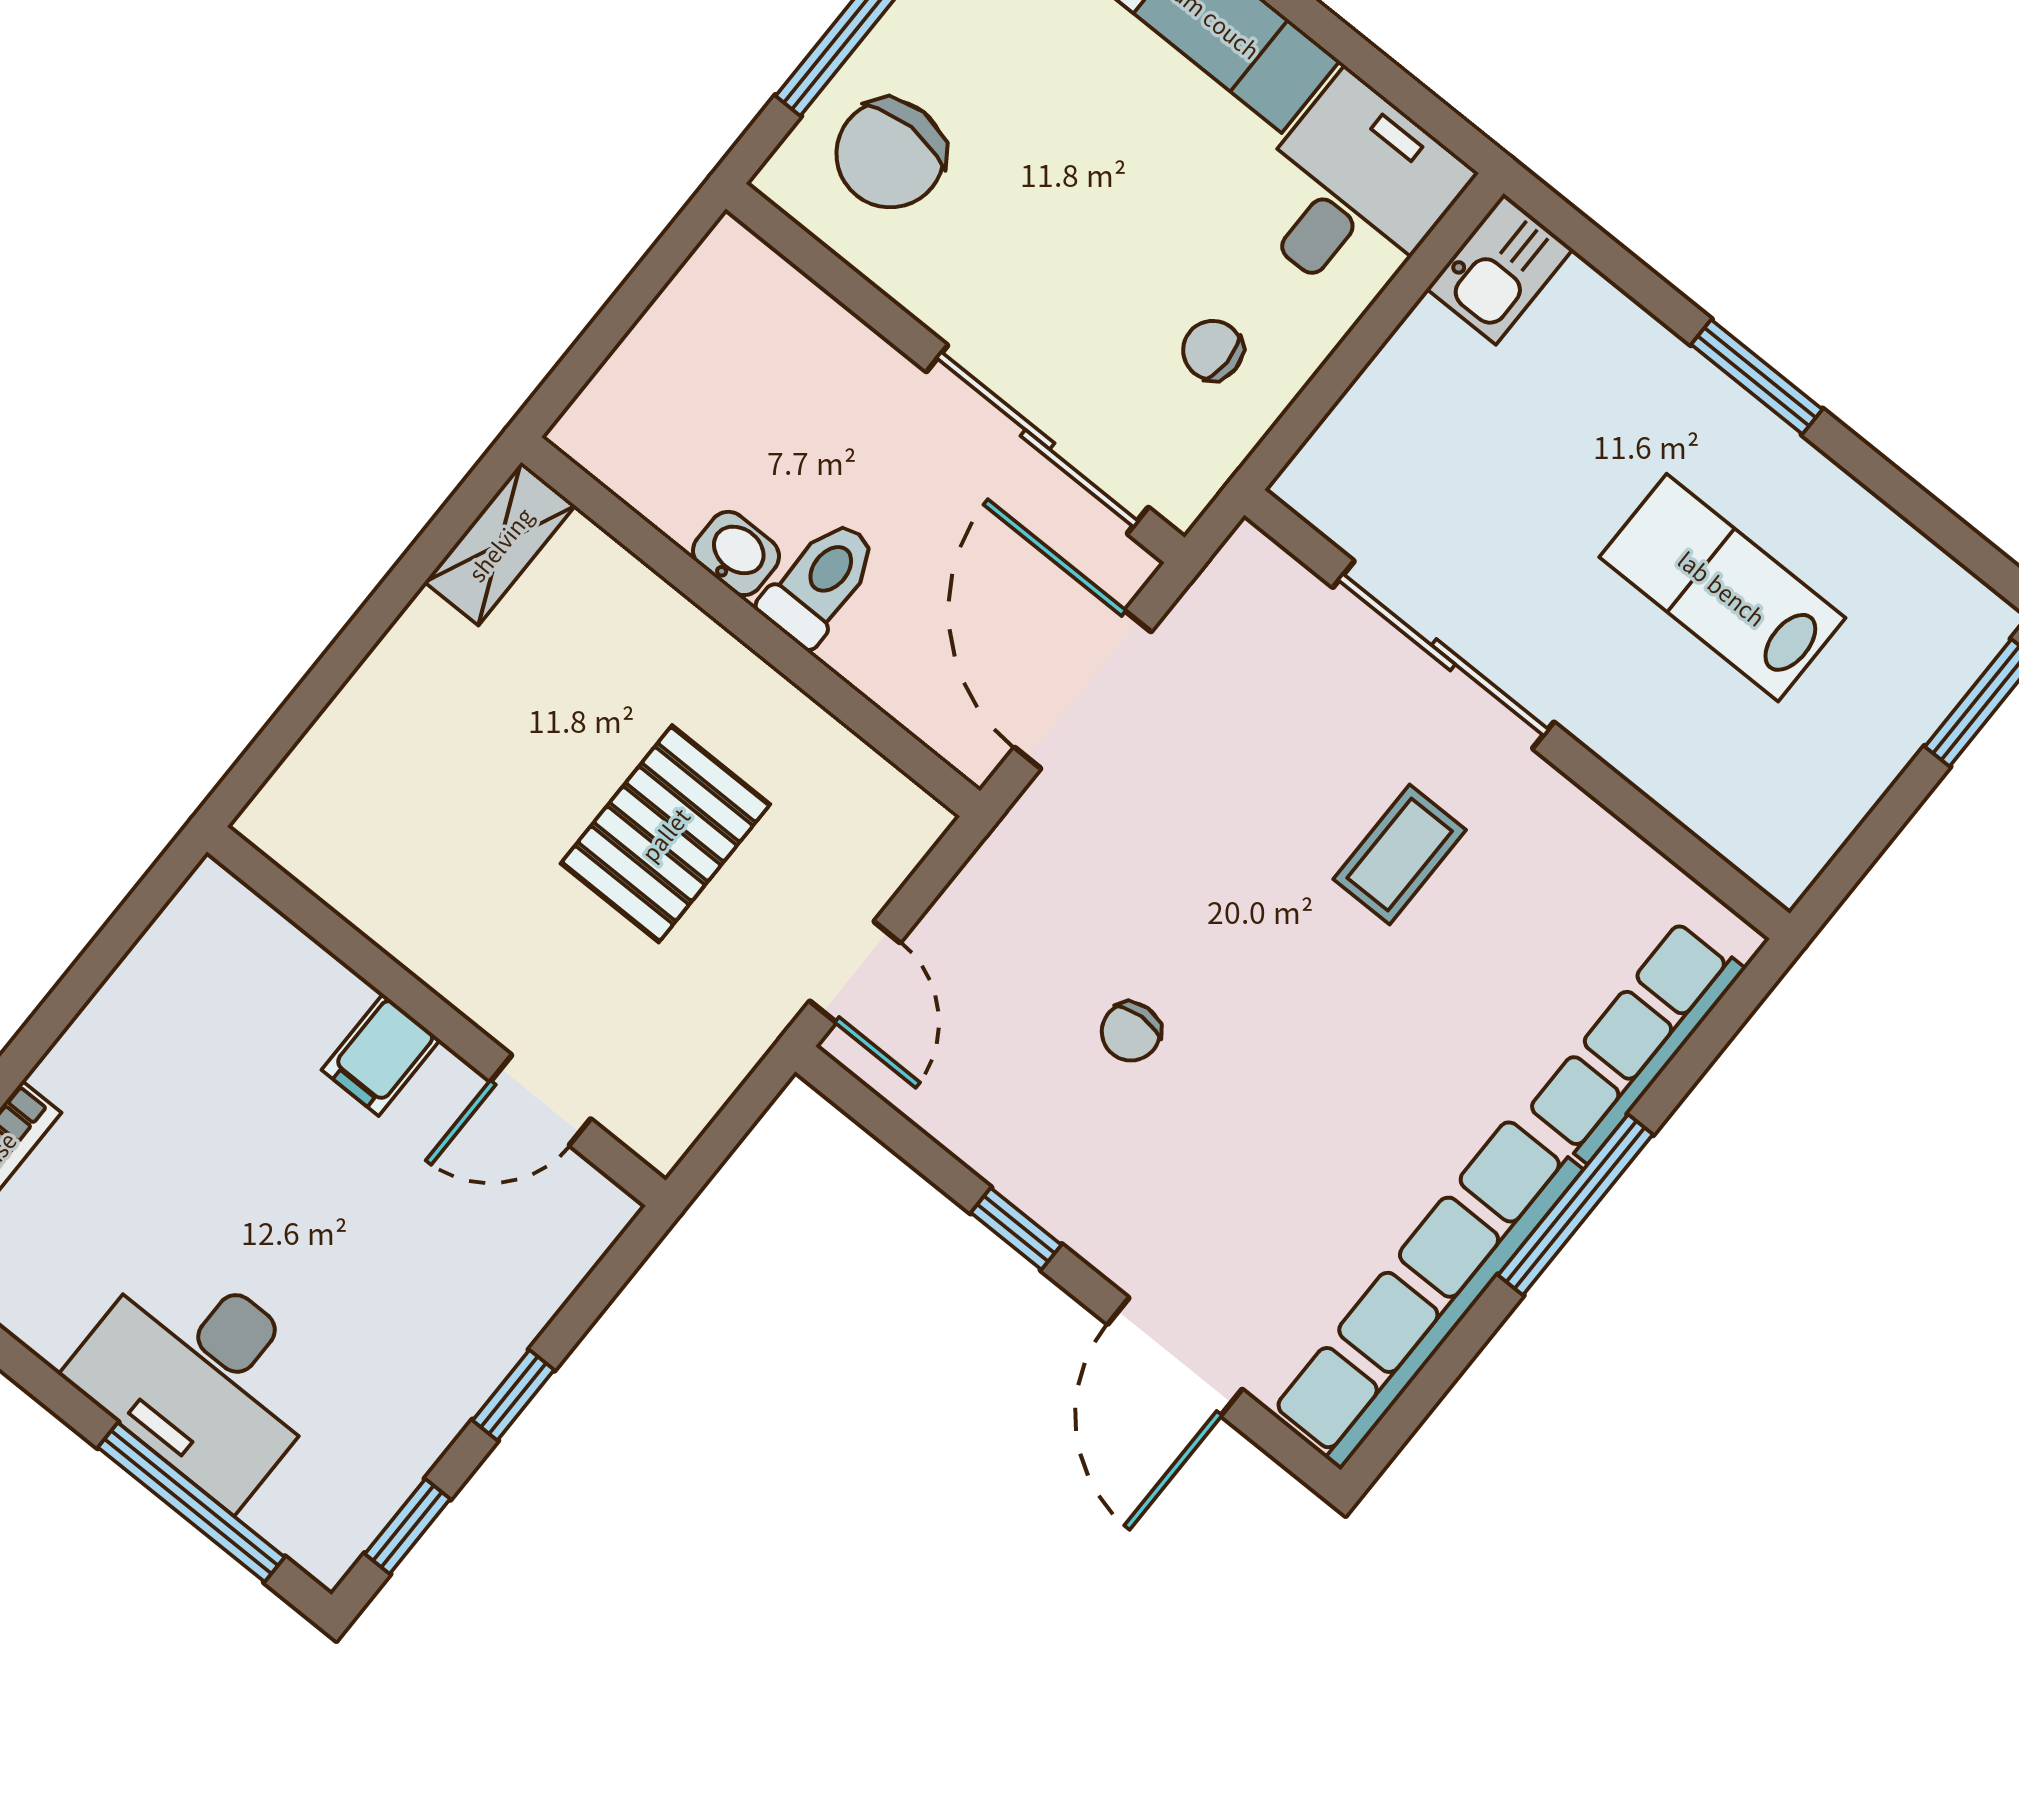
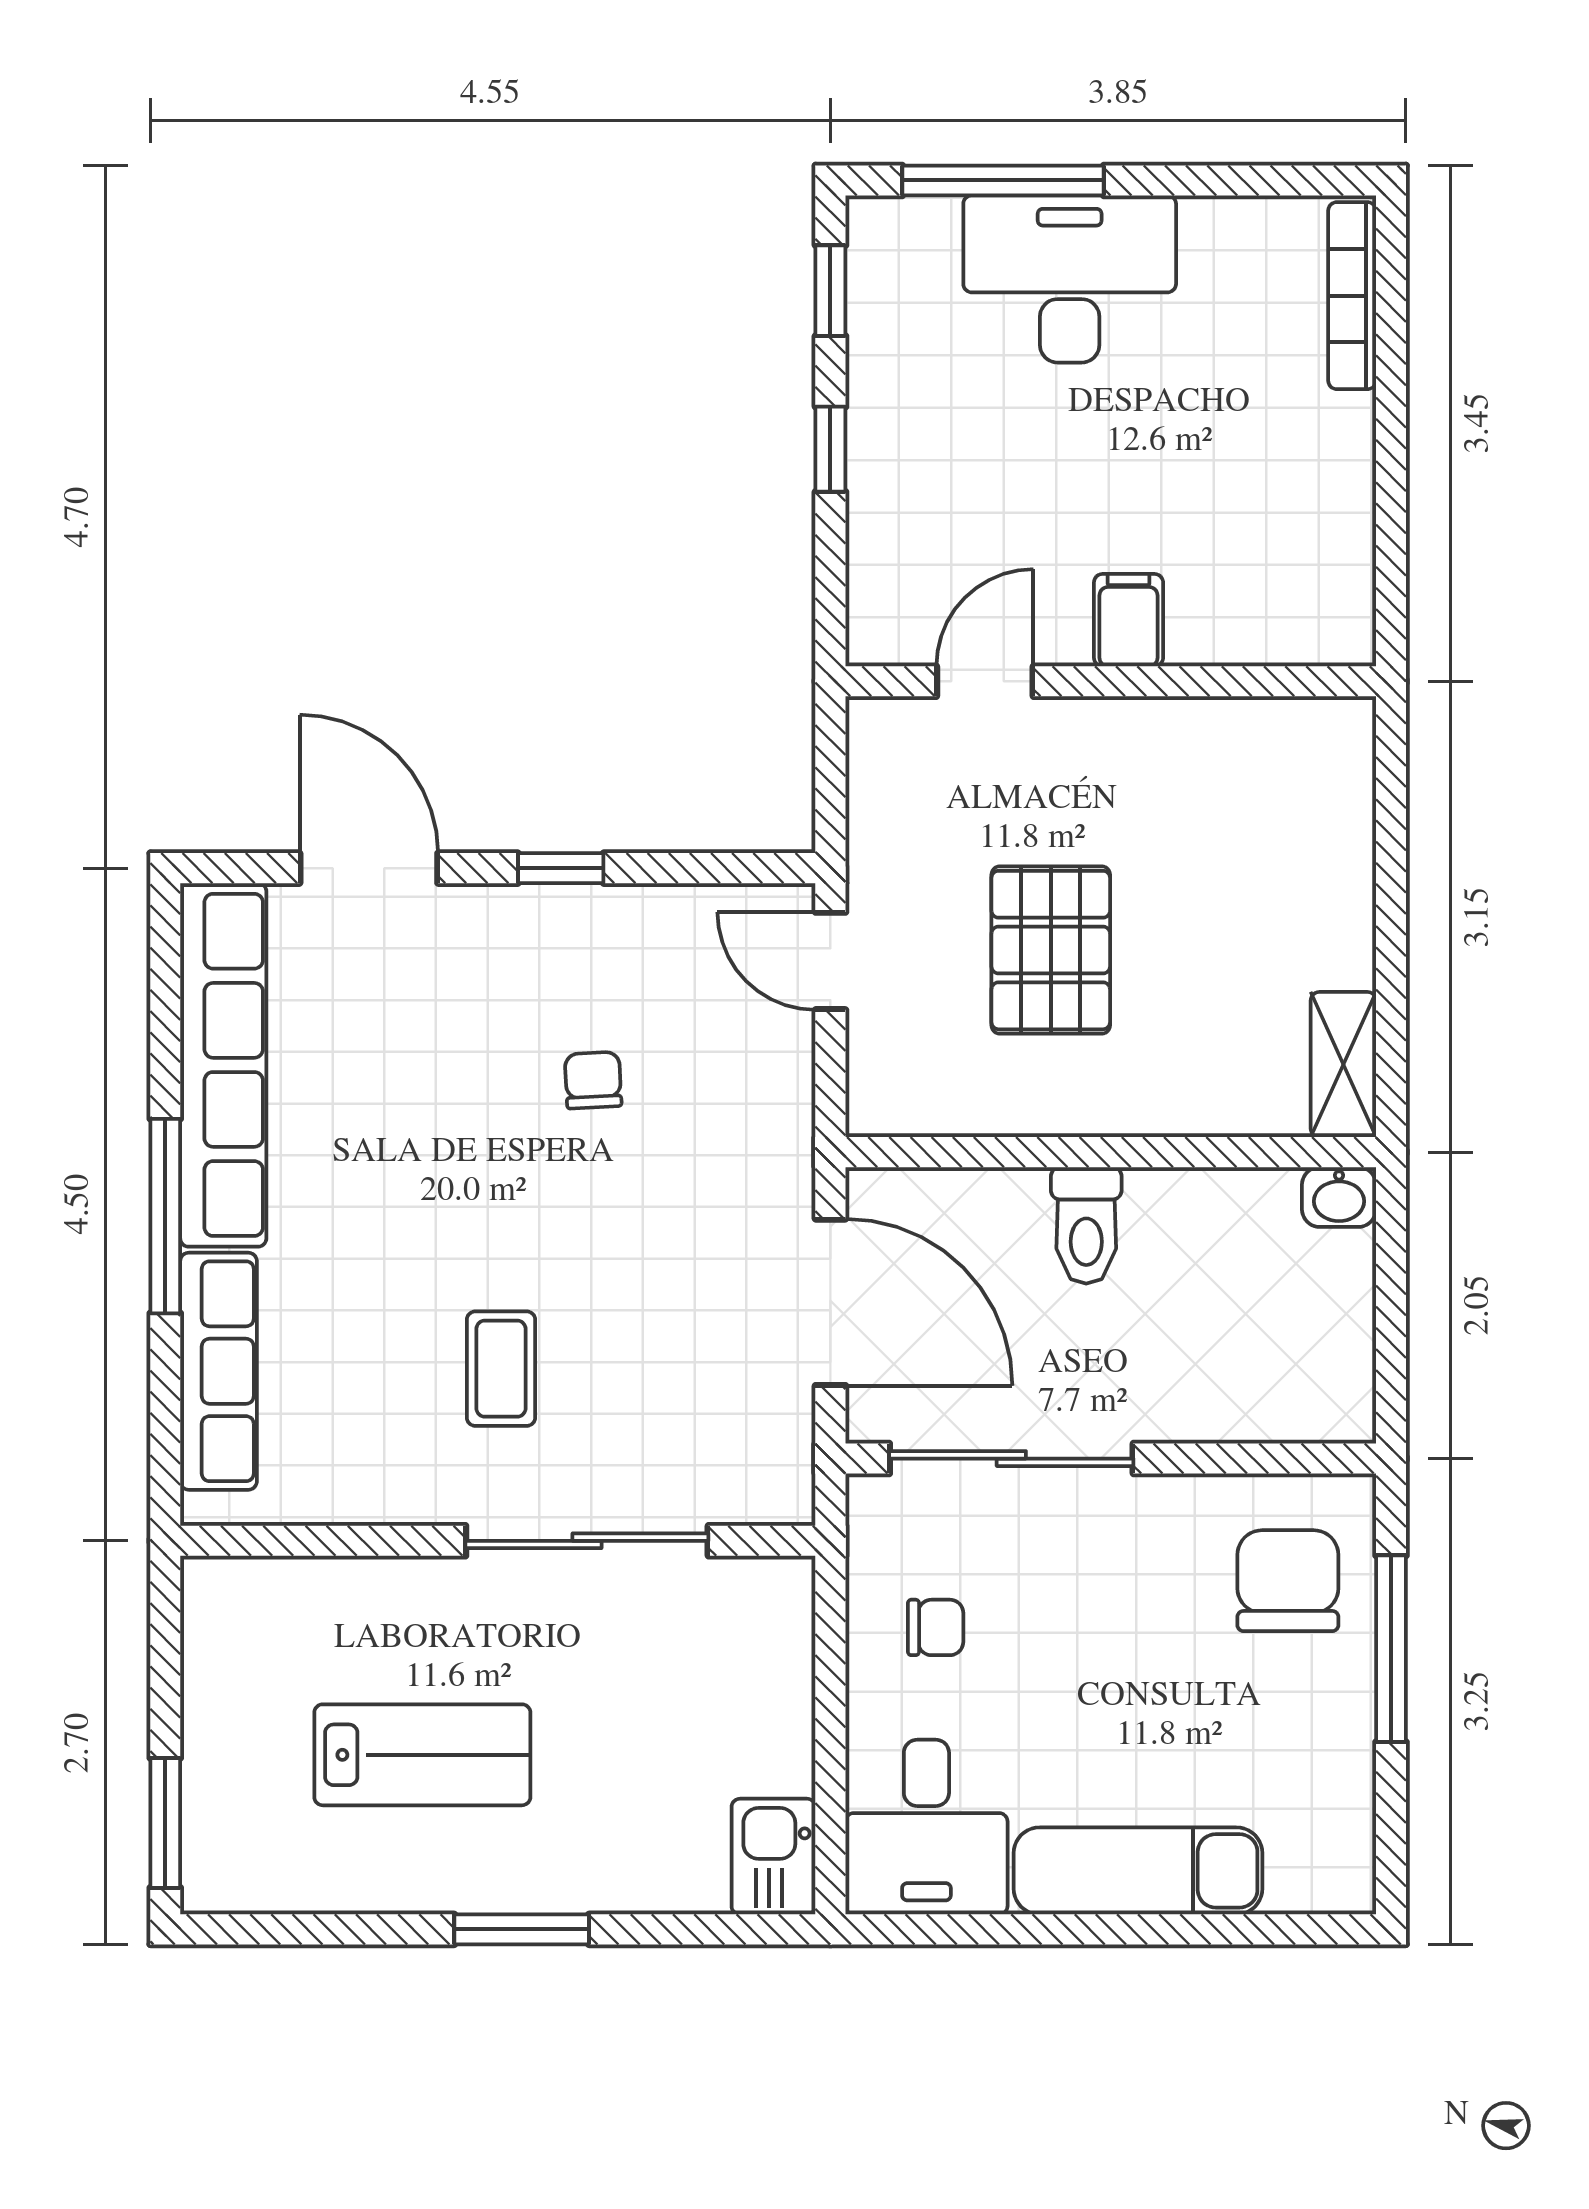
washbasin: (736, 553) -> (1339, 1197), moved

